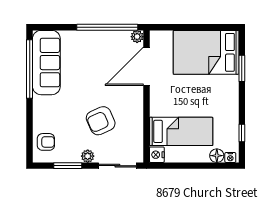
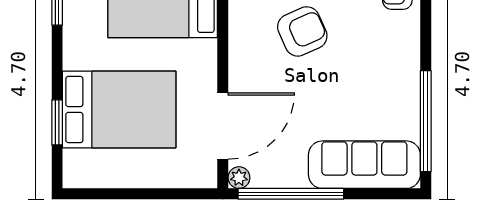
bed: (206, 52) -> (119, 109), moved
sofa: (46, 63) -> (364, 165), moved, turned 90

